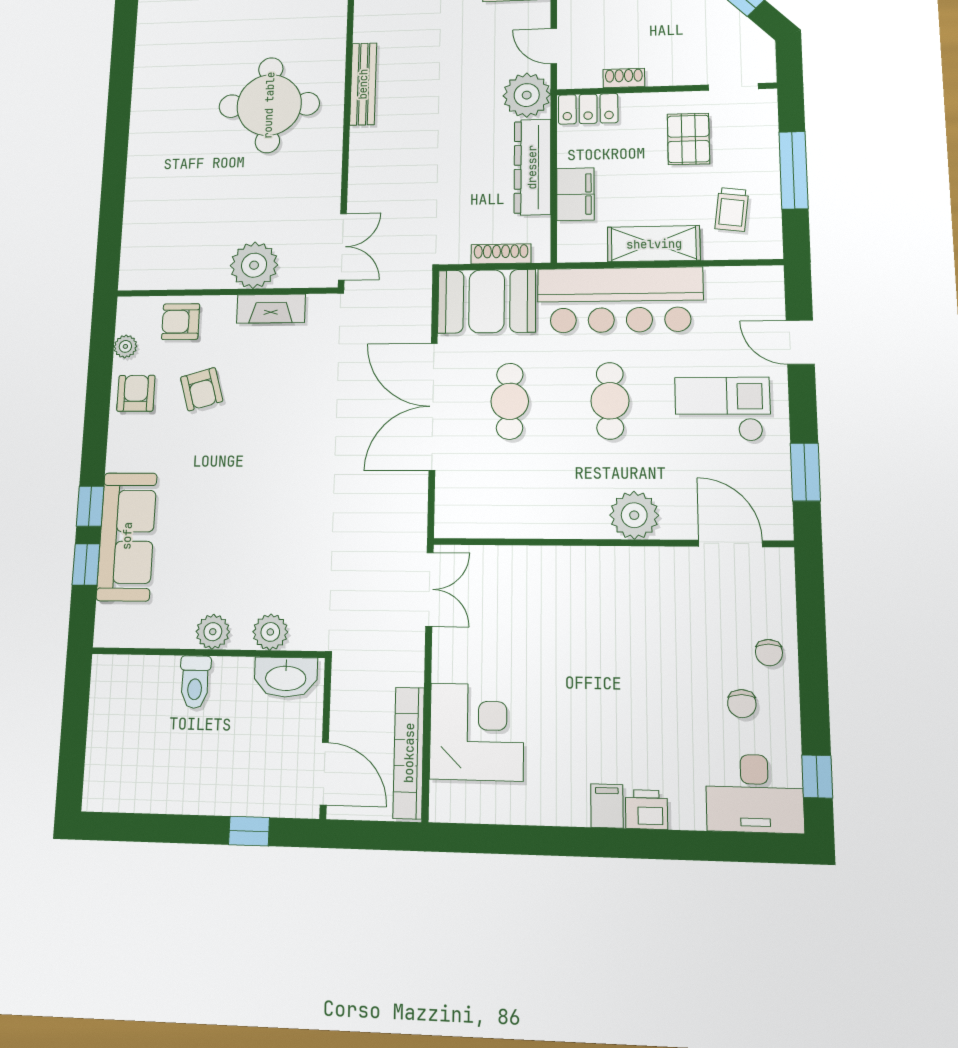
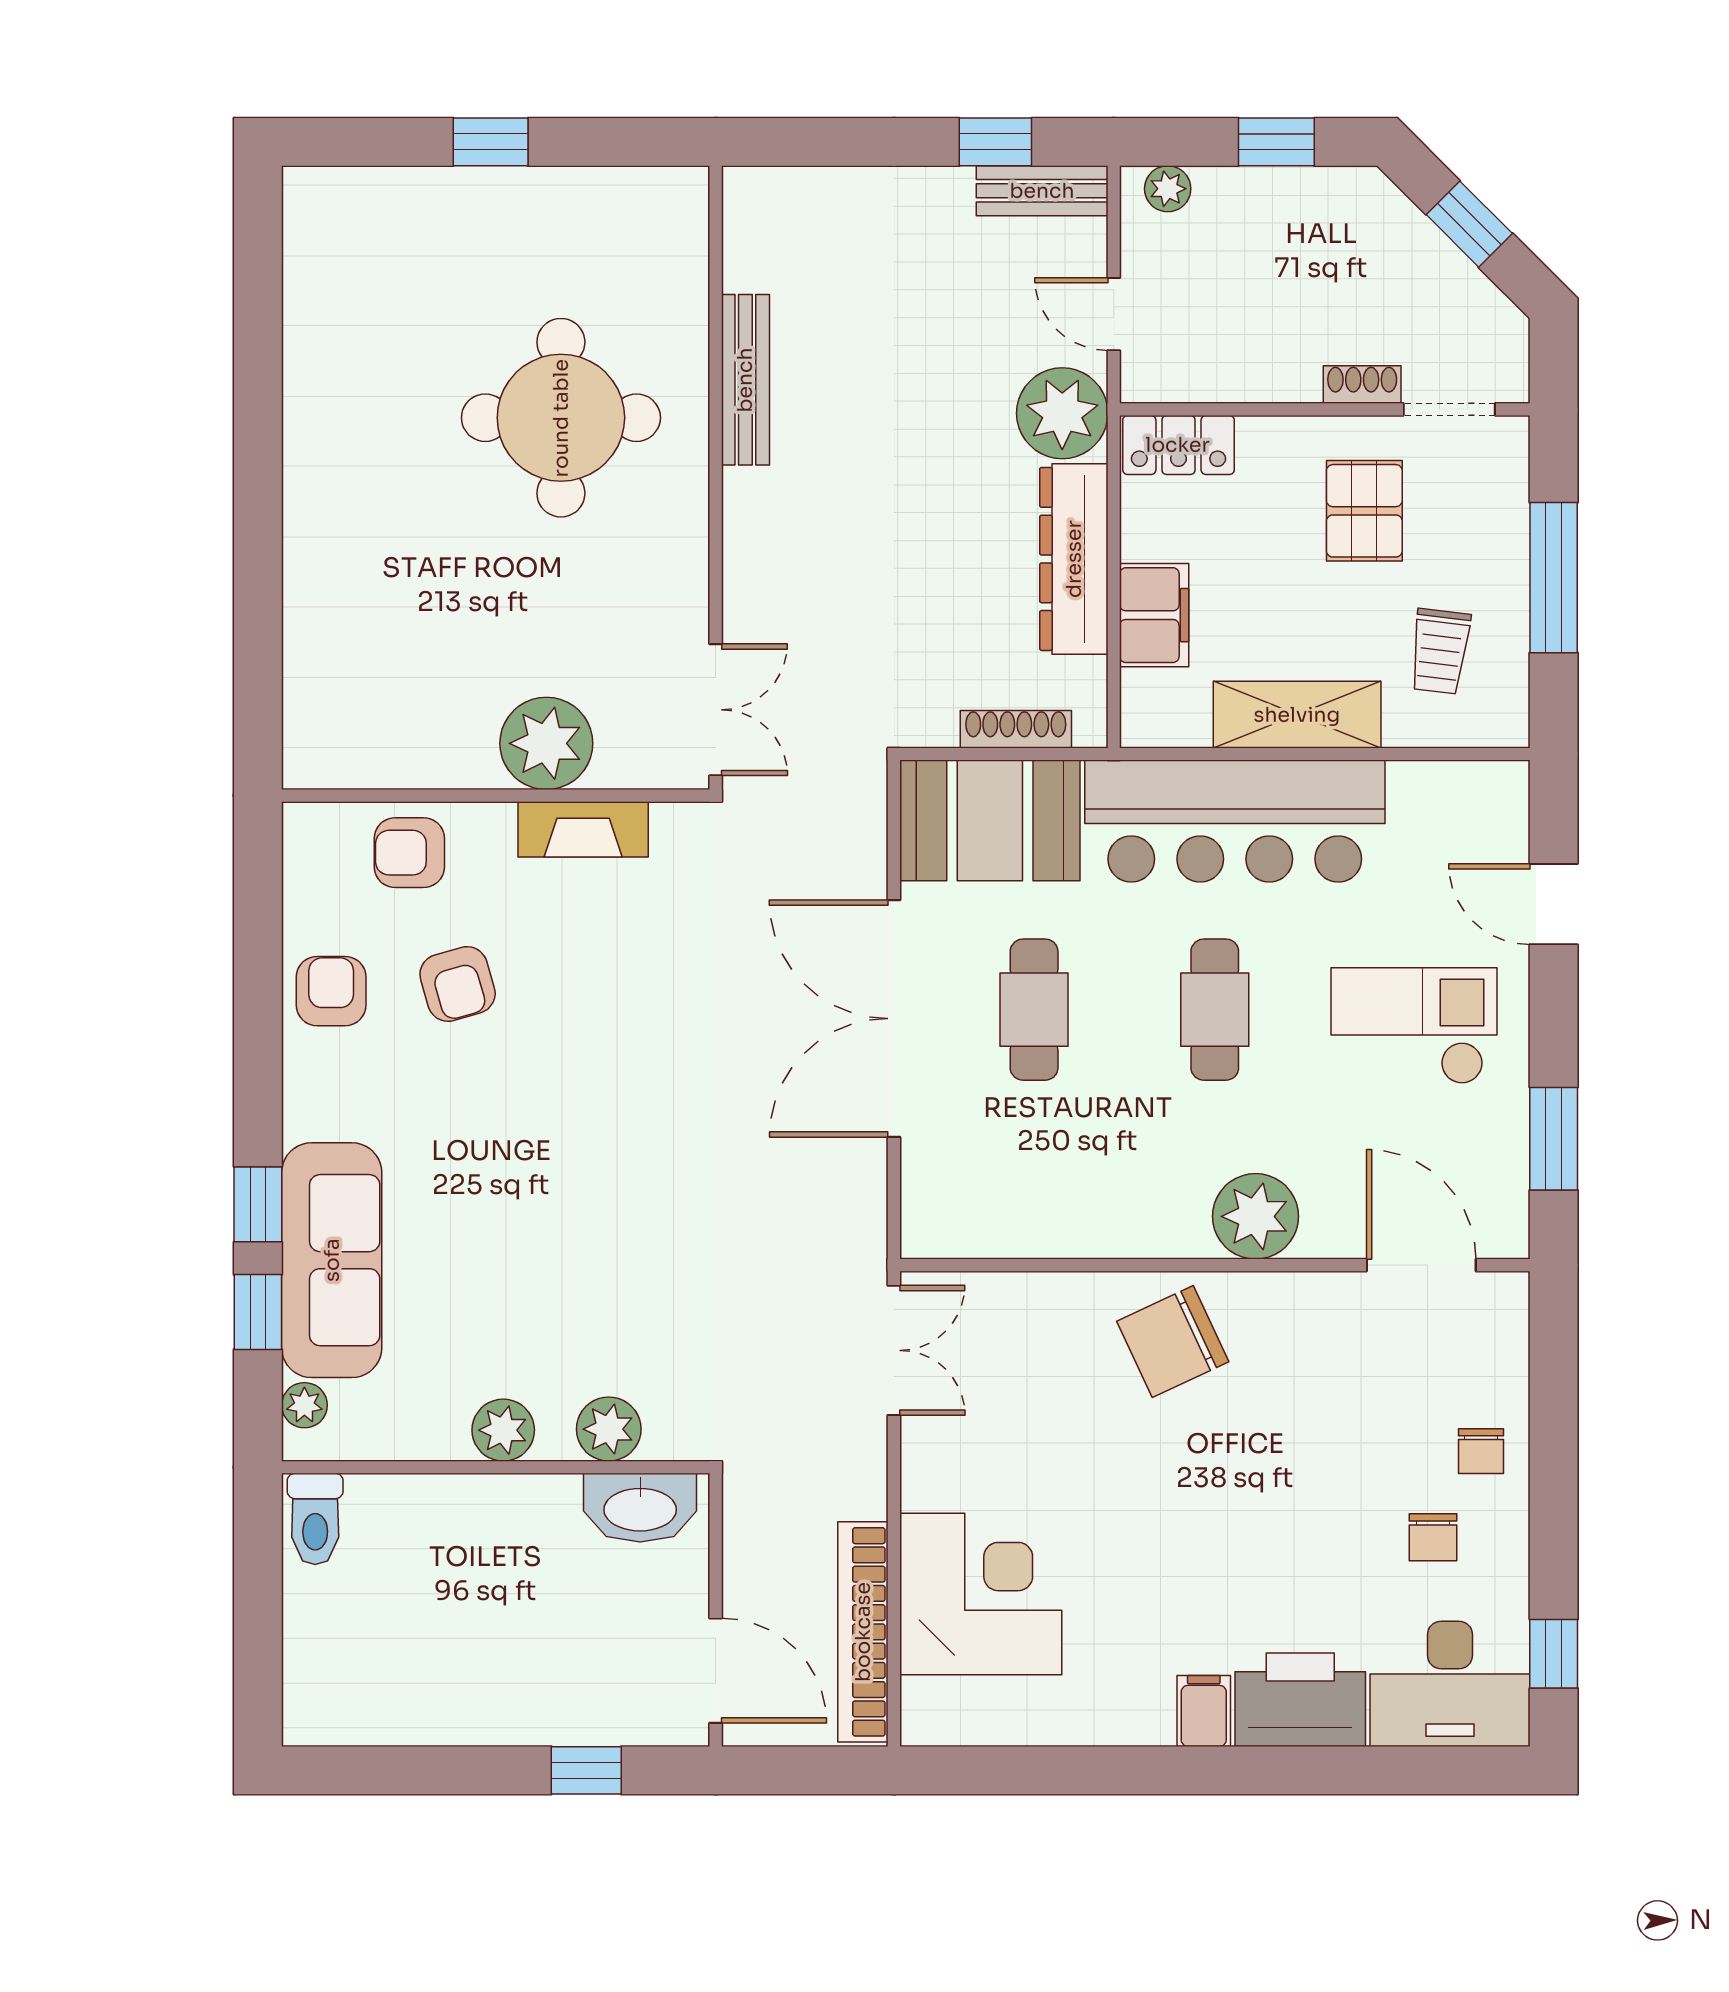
shoe rack: (624, 78) -> (1362, 385), moved
plant: (125, 346) -> (304, 1405), moved
chair: (587, 586) -> (1173, 1342), added
toilet: (195, 682) -> (315, 1519), moved
printer: (646, 810) -> (1300, 1700), width x1.87, depth x1.48

